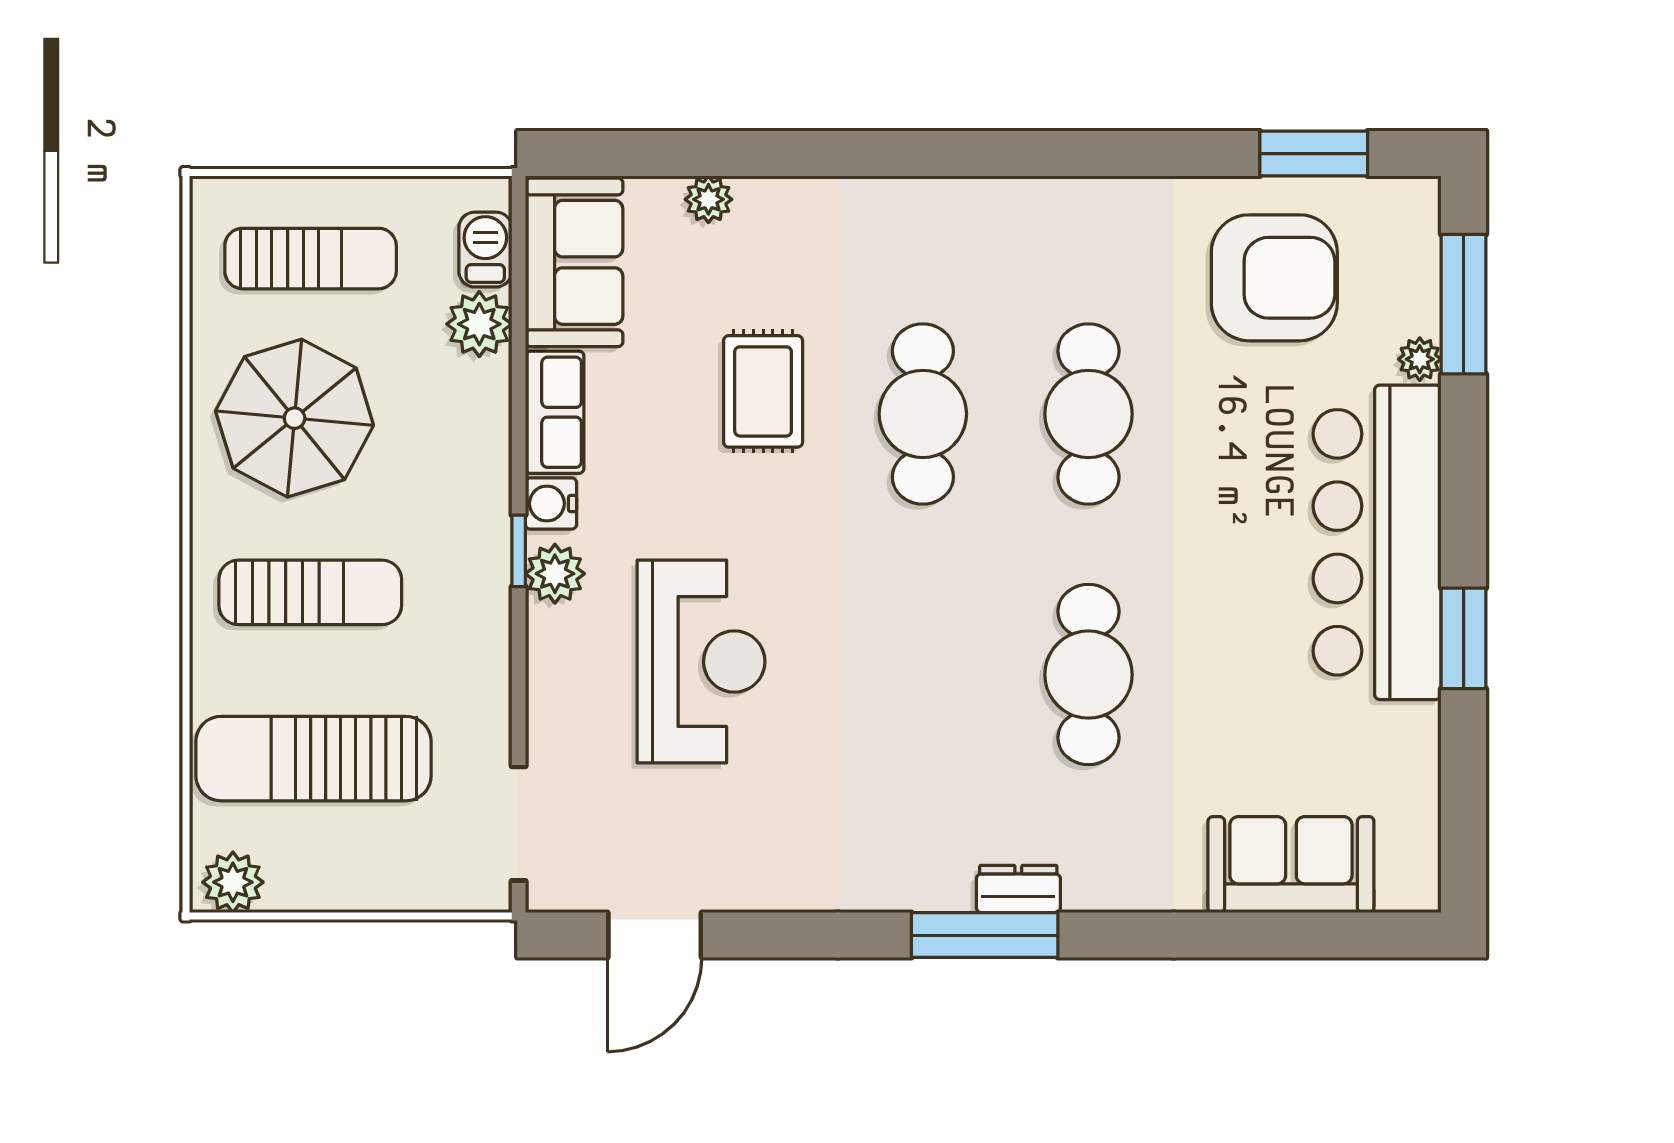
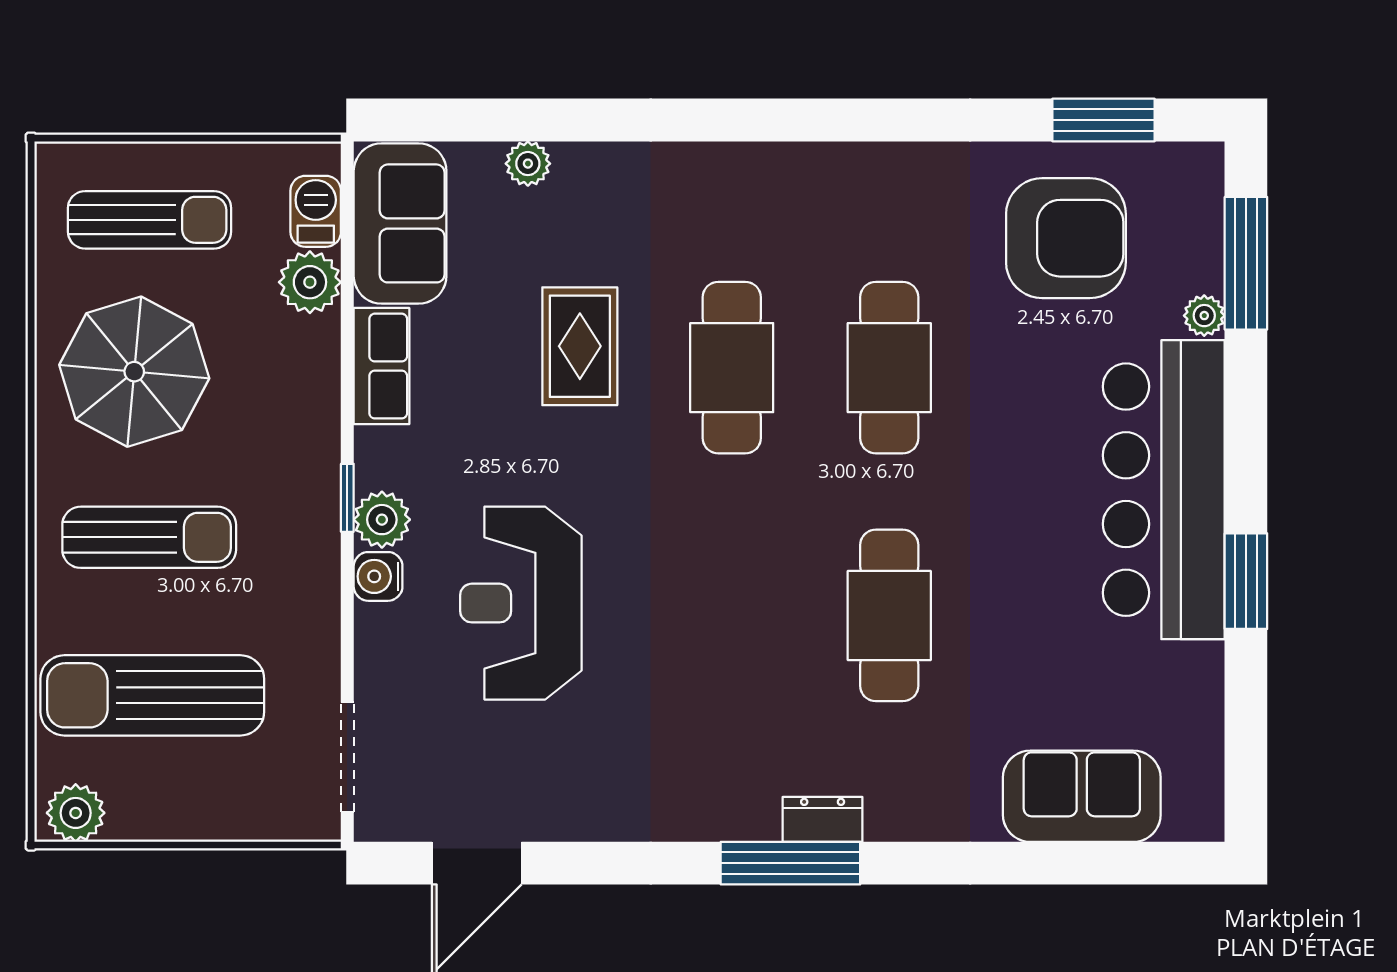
water cooler: (551, 504) -> (378, 576), moved
reception desk: (701, 661) -> (521, 603), turned 180

